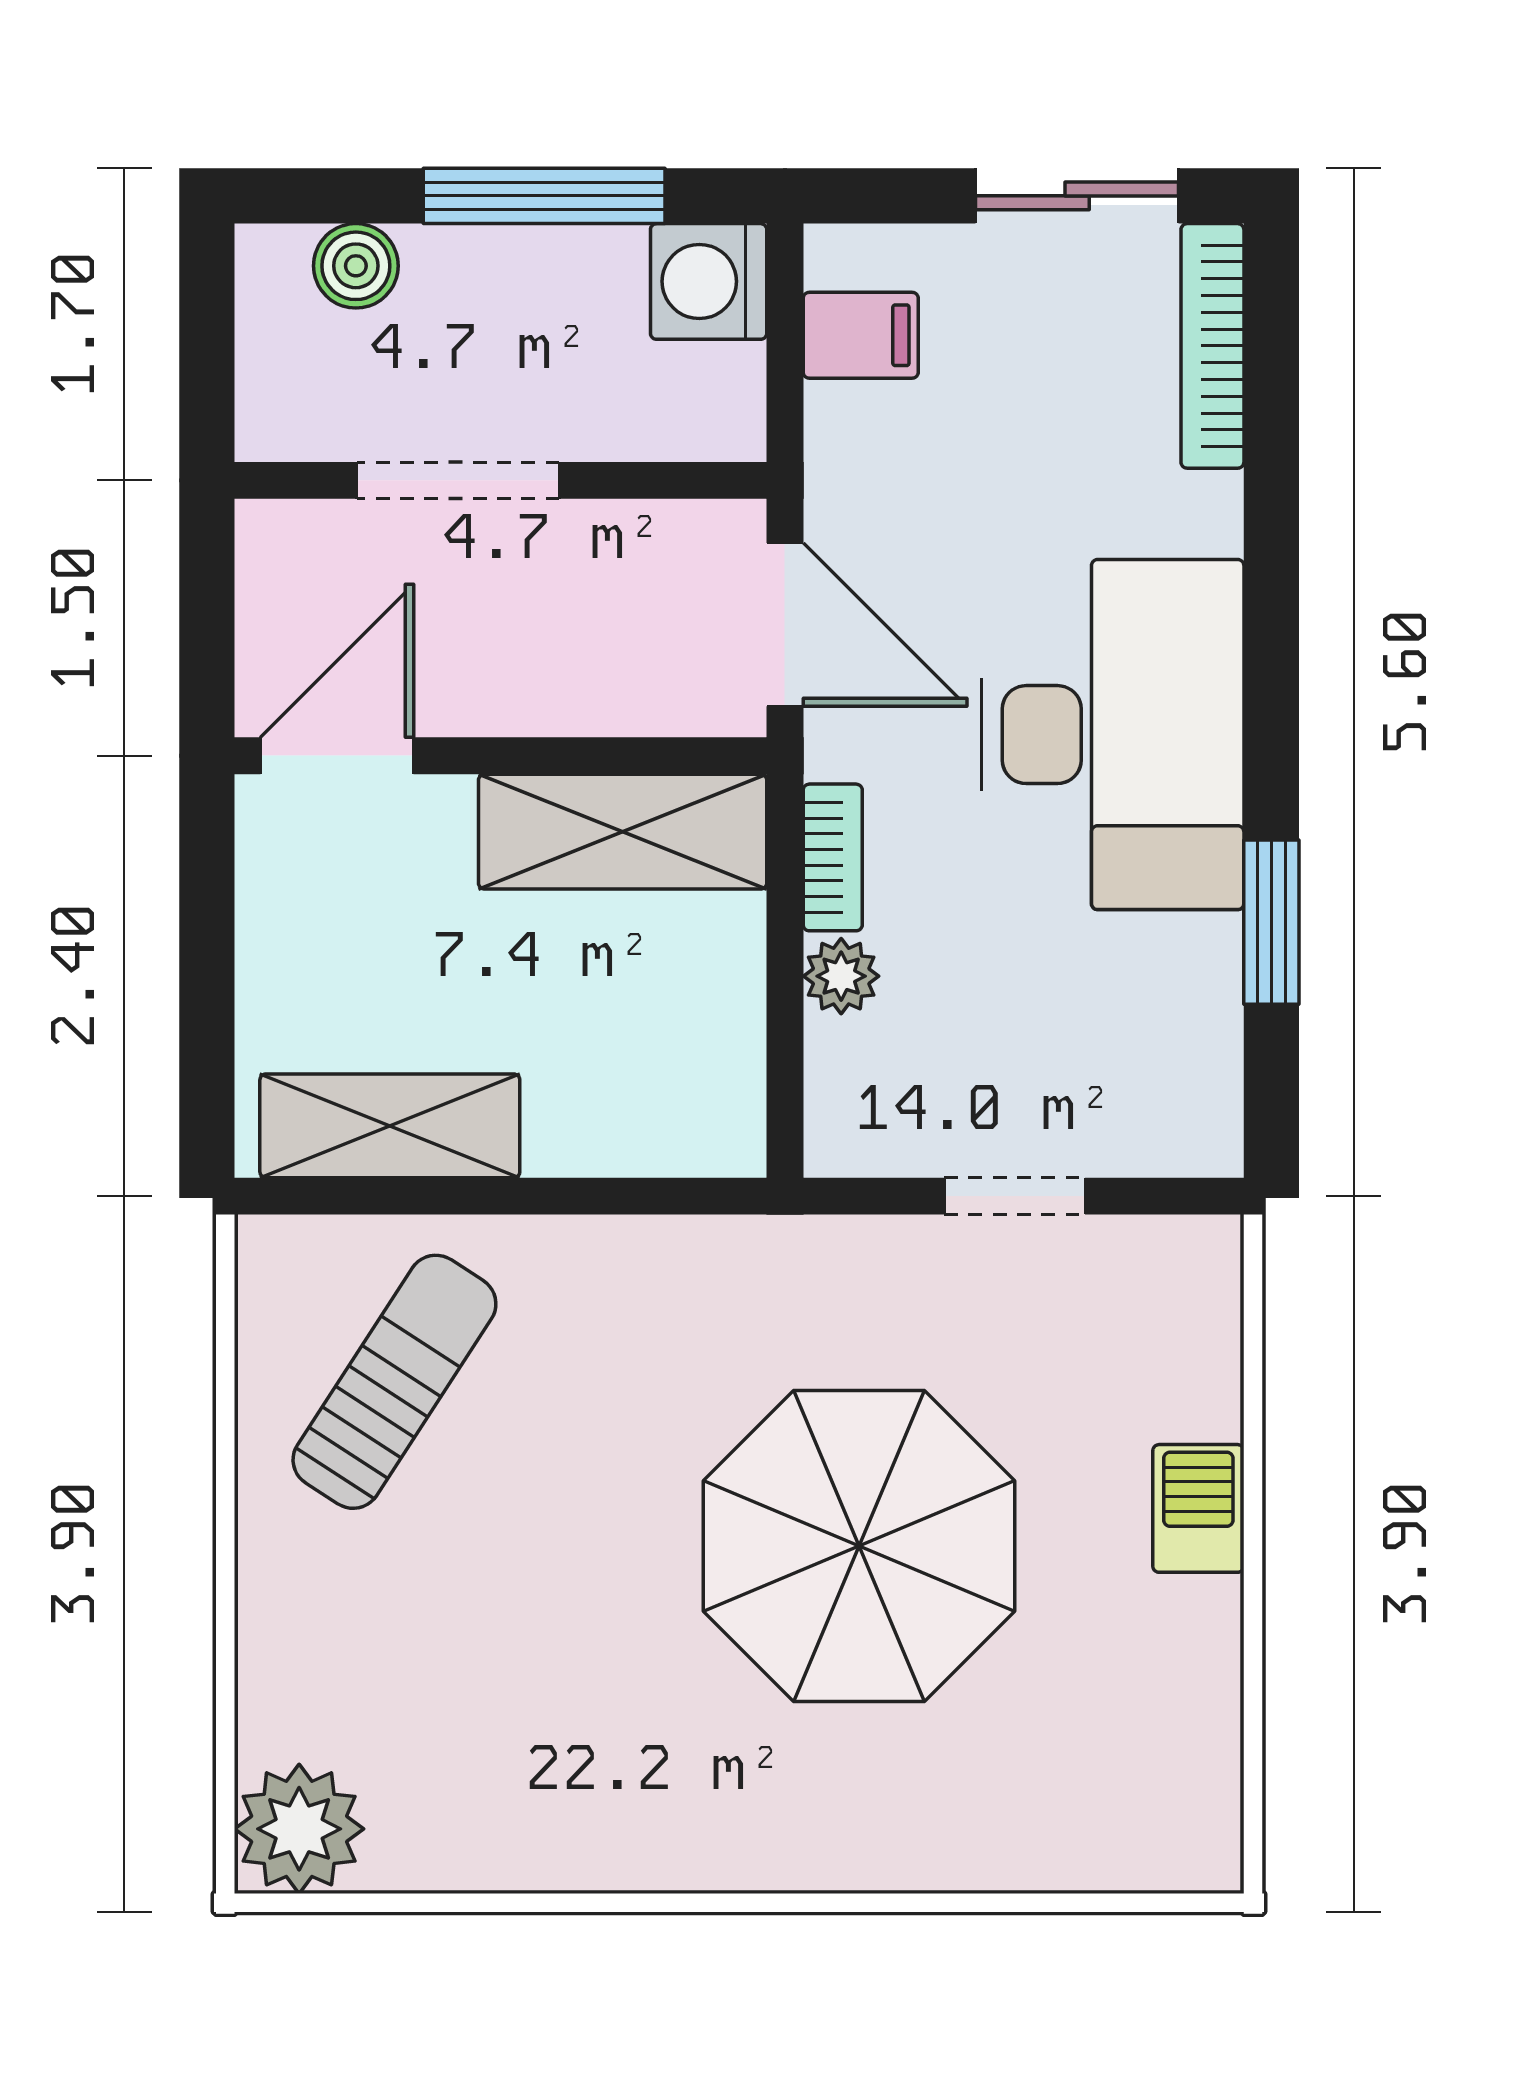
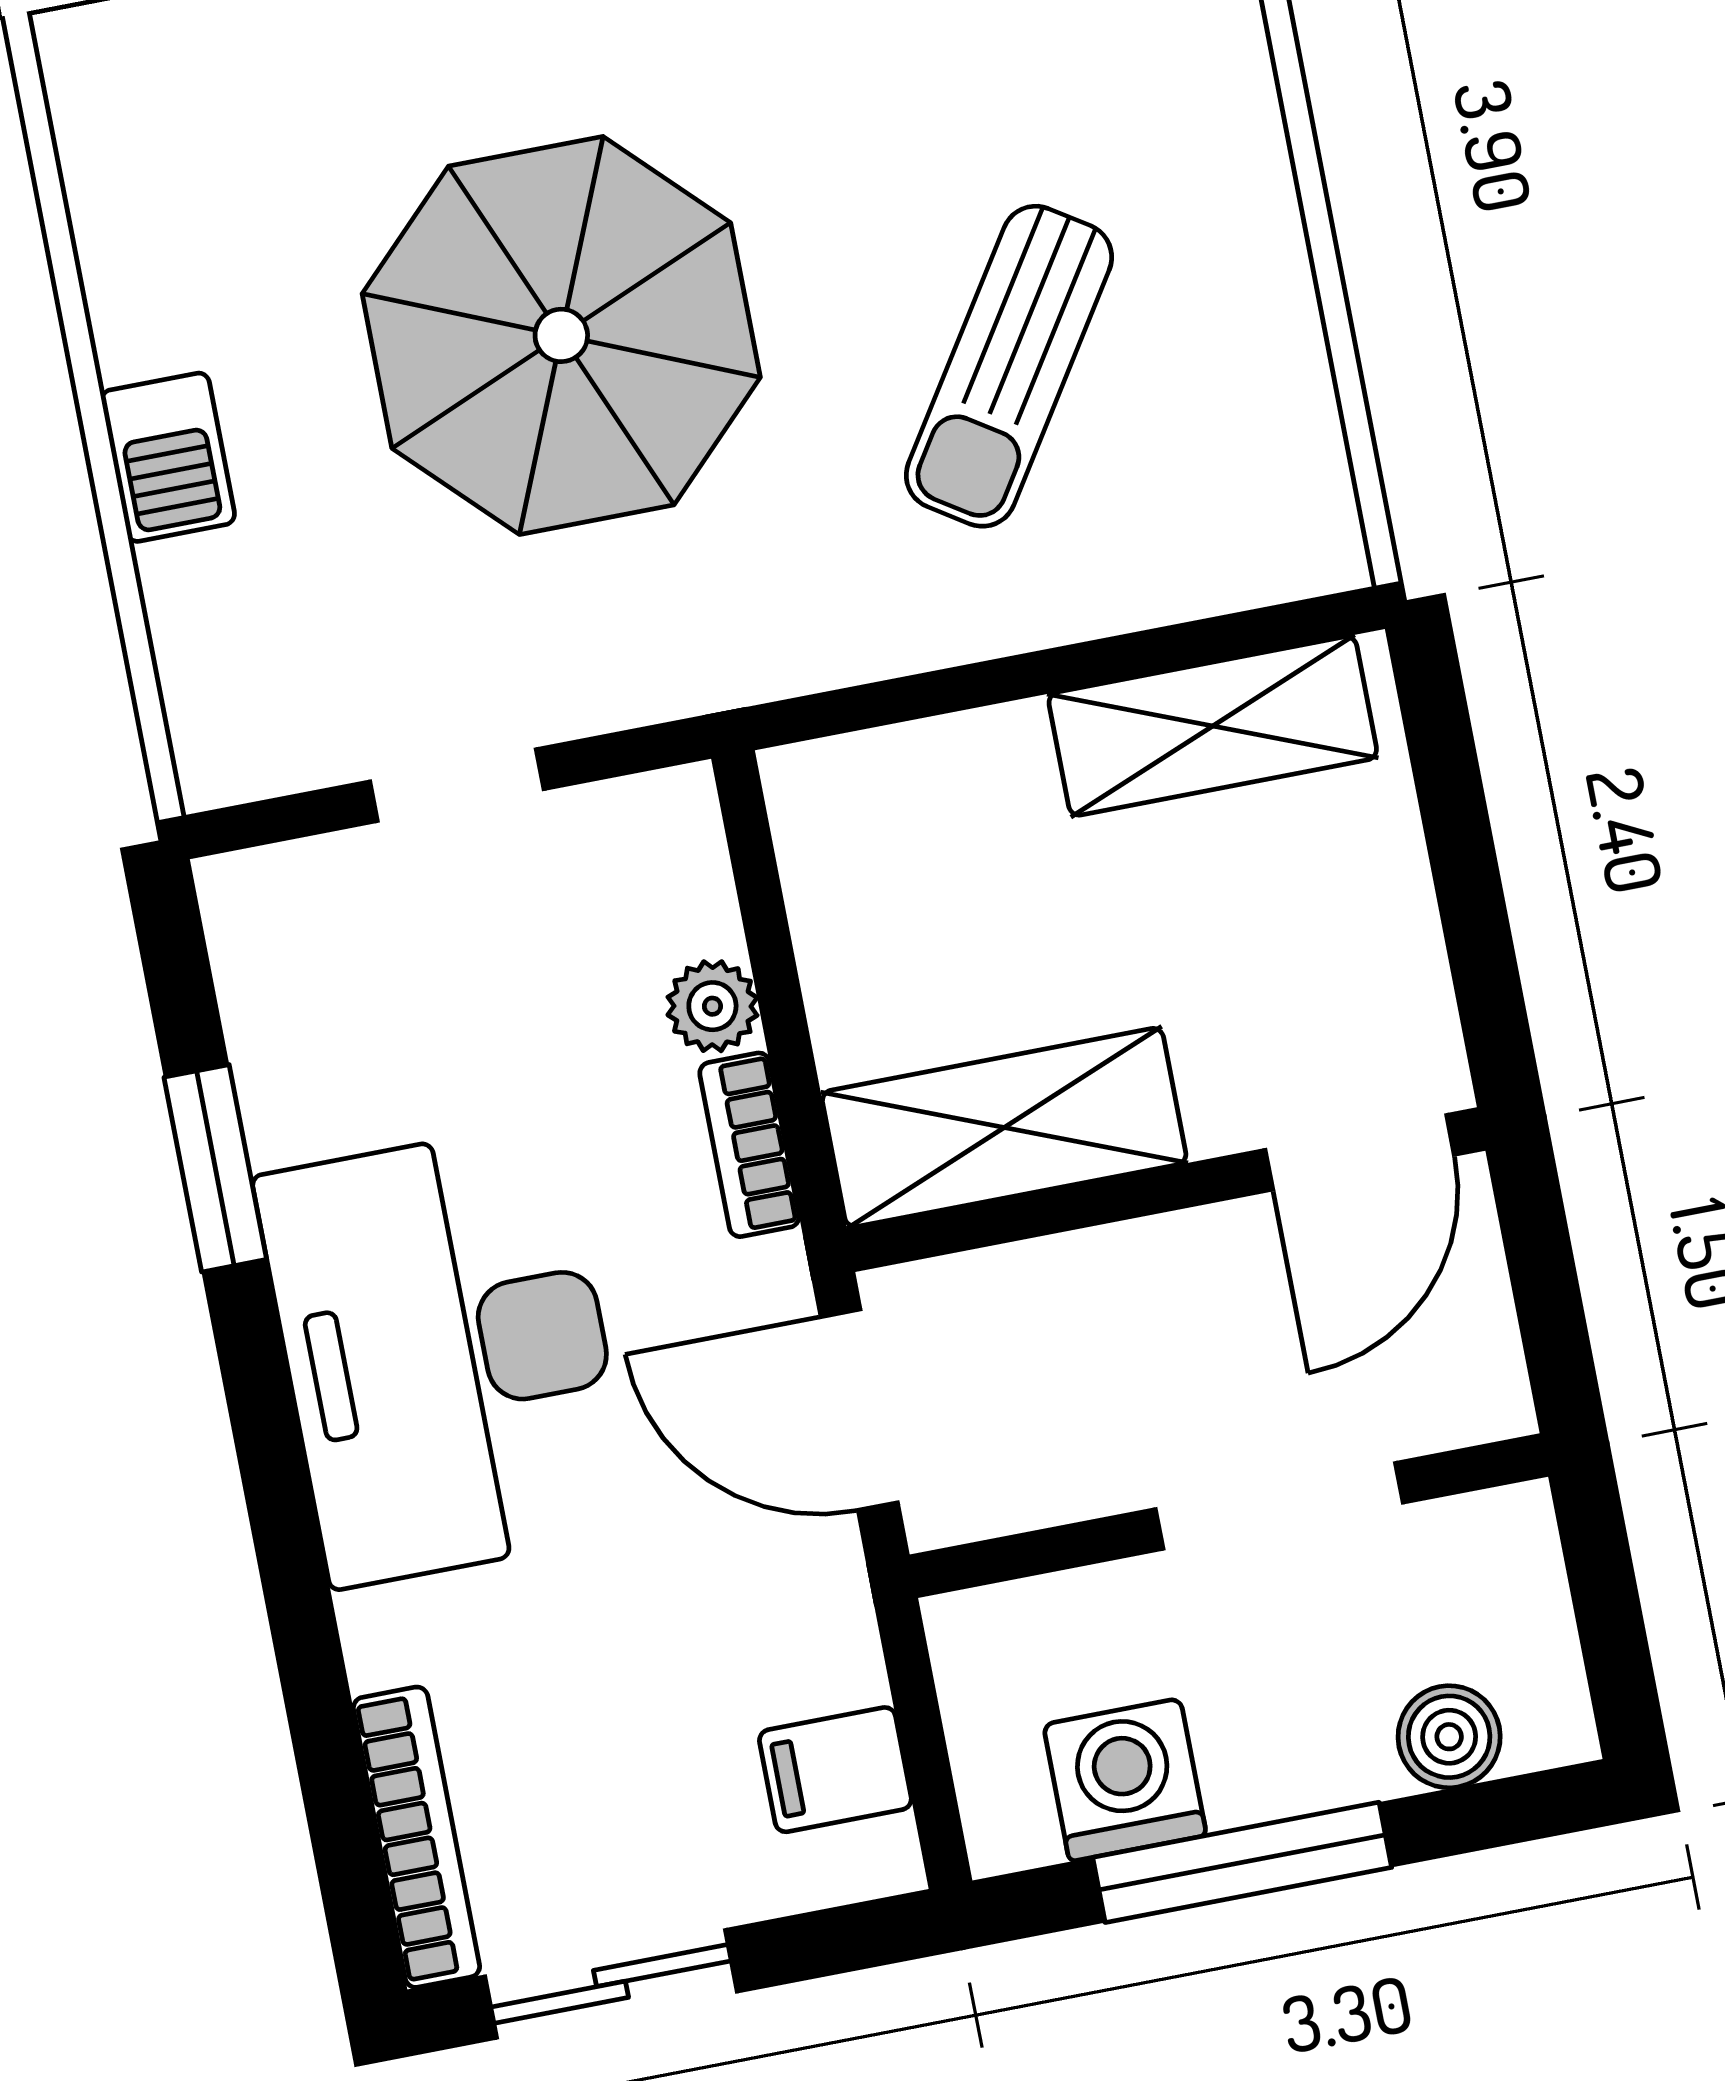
washing machine: (709, 281) -> (1125, 1780), moved, turned -90
sun lounger: (394, 1382) -> (1009, 366), moved

